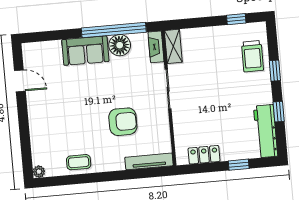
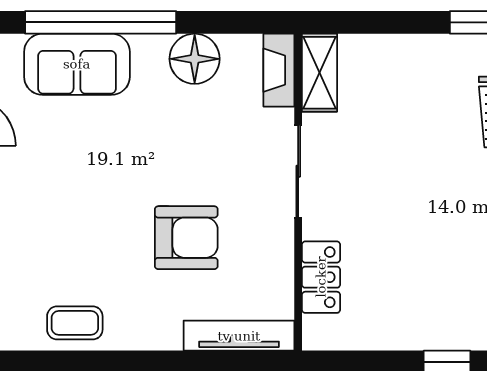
window: (114, 30) -> (101, 22), moved
sofa: (85, 51) -> (77, 64), moved
locker: (204, 155) -> (321, 277), moved, turned 90

